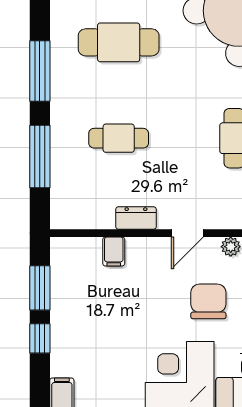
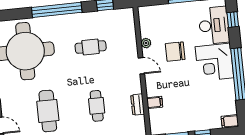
dresser: (136, 218) -> (138, 105), moved

